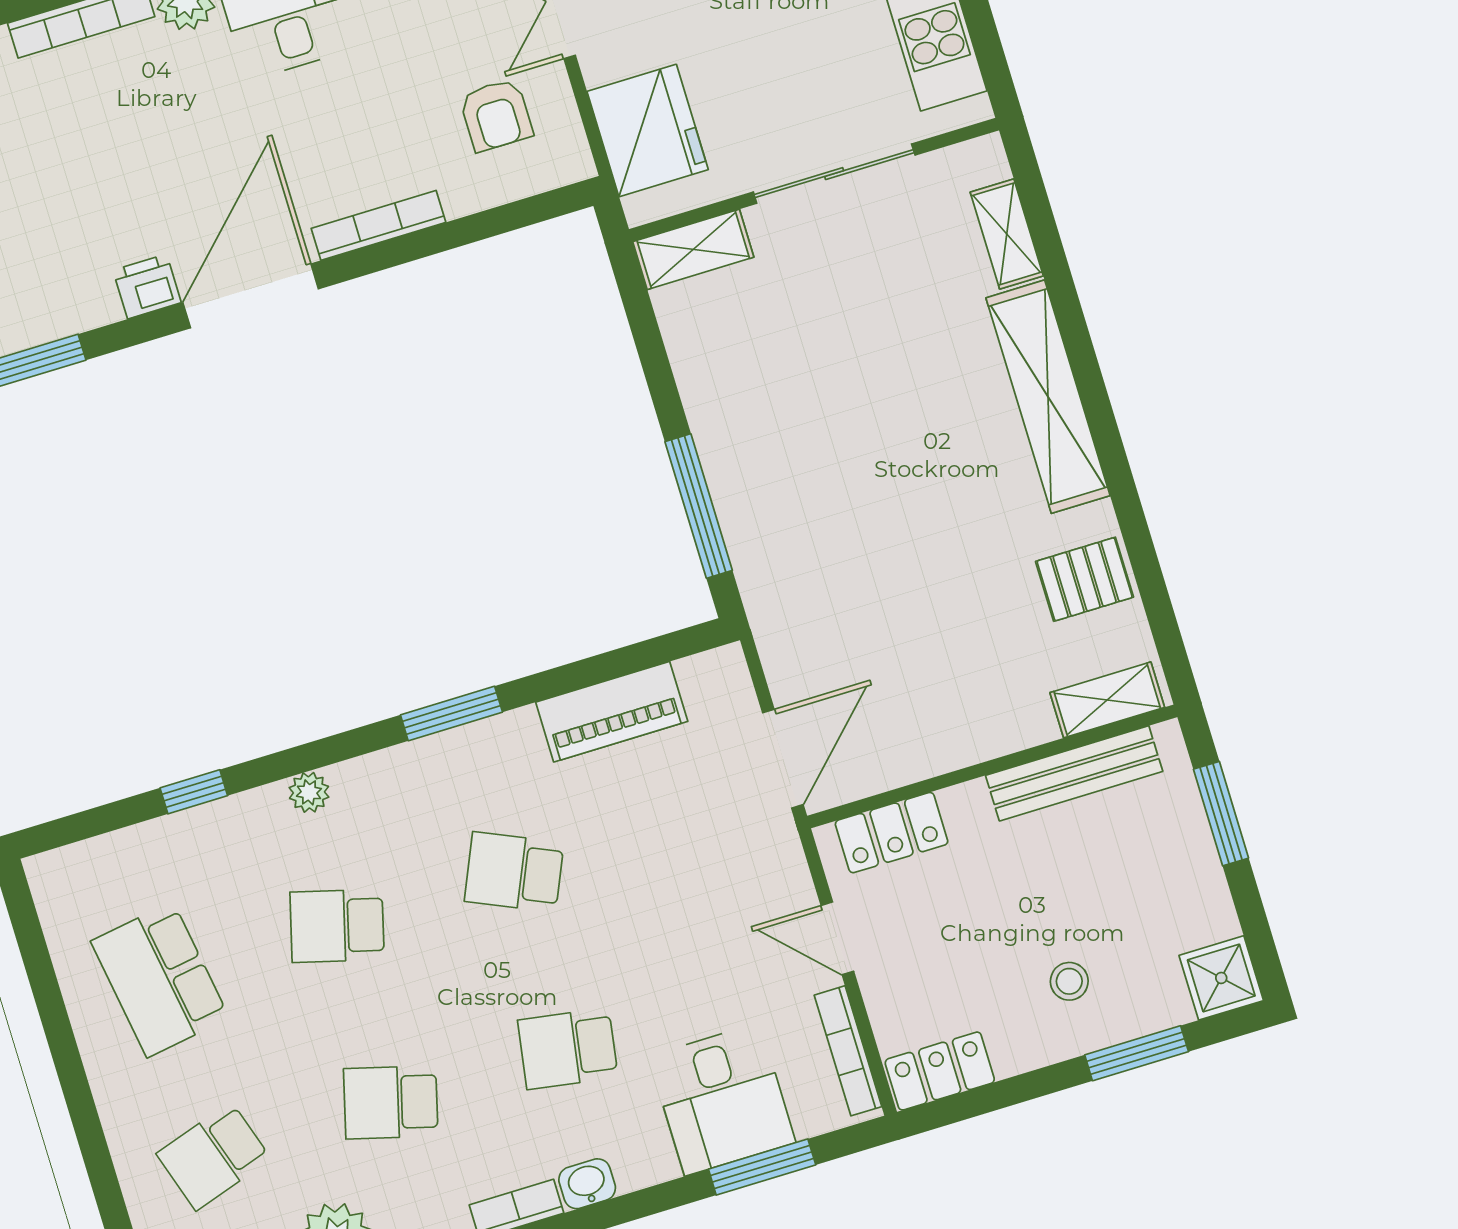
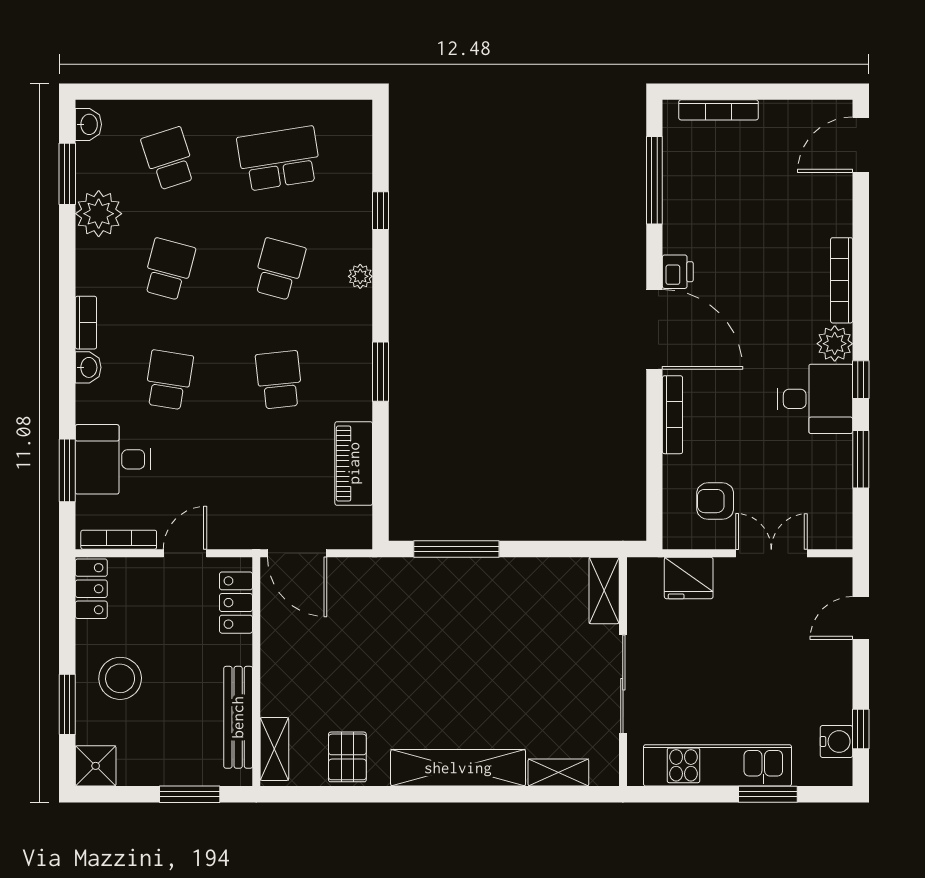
fridge: (648, 130) -> (689, 578), width x0.73, depth x0.75
school desk: (514, 872) -> (279, 380), turned -30
stool: (1069, 981) -> (120, 678), width x1.89, depth x1.89

